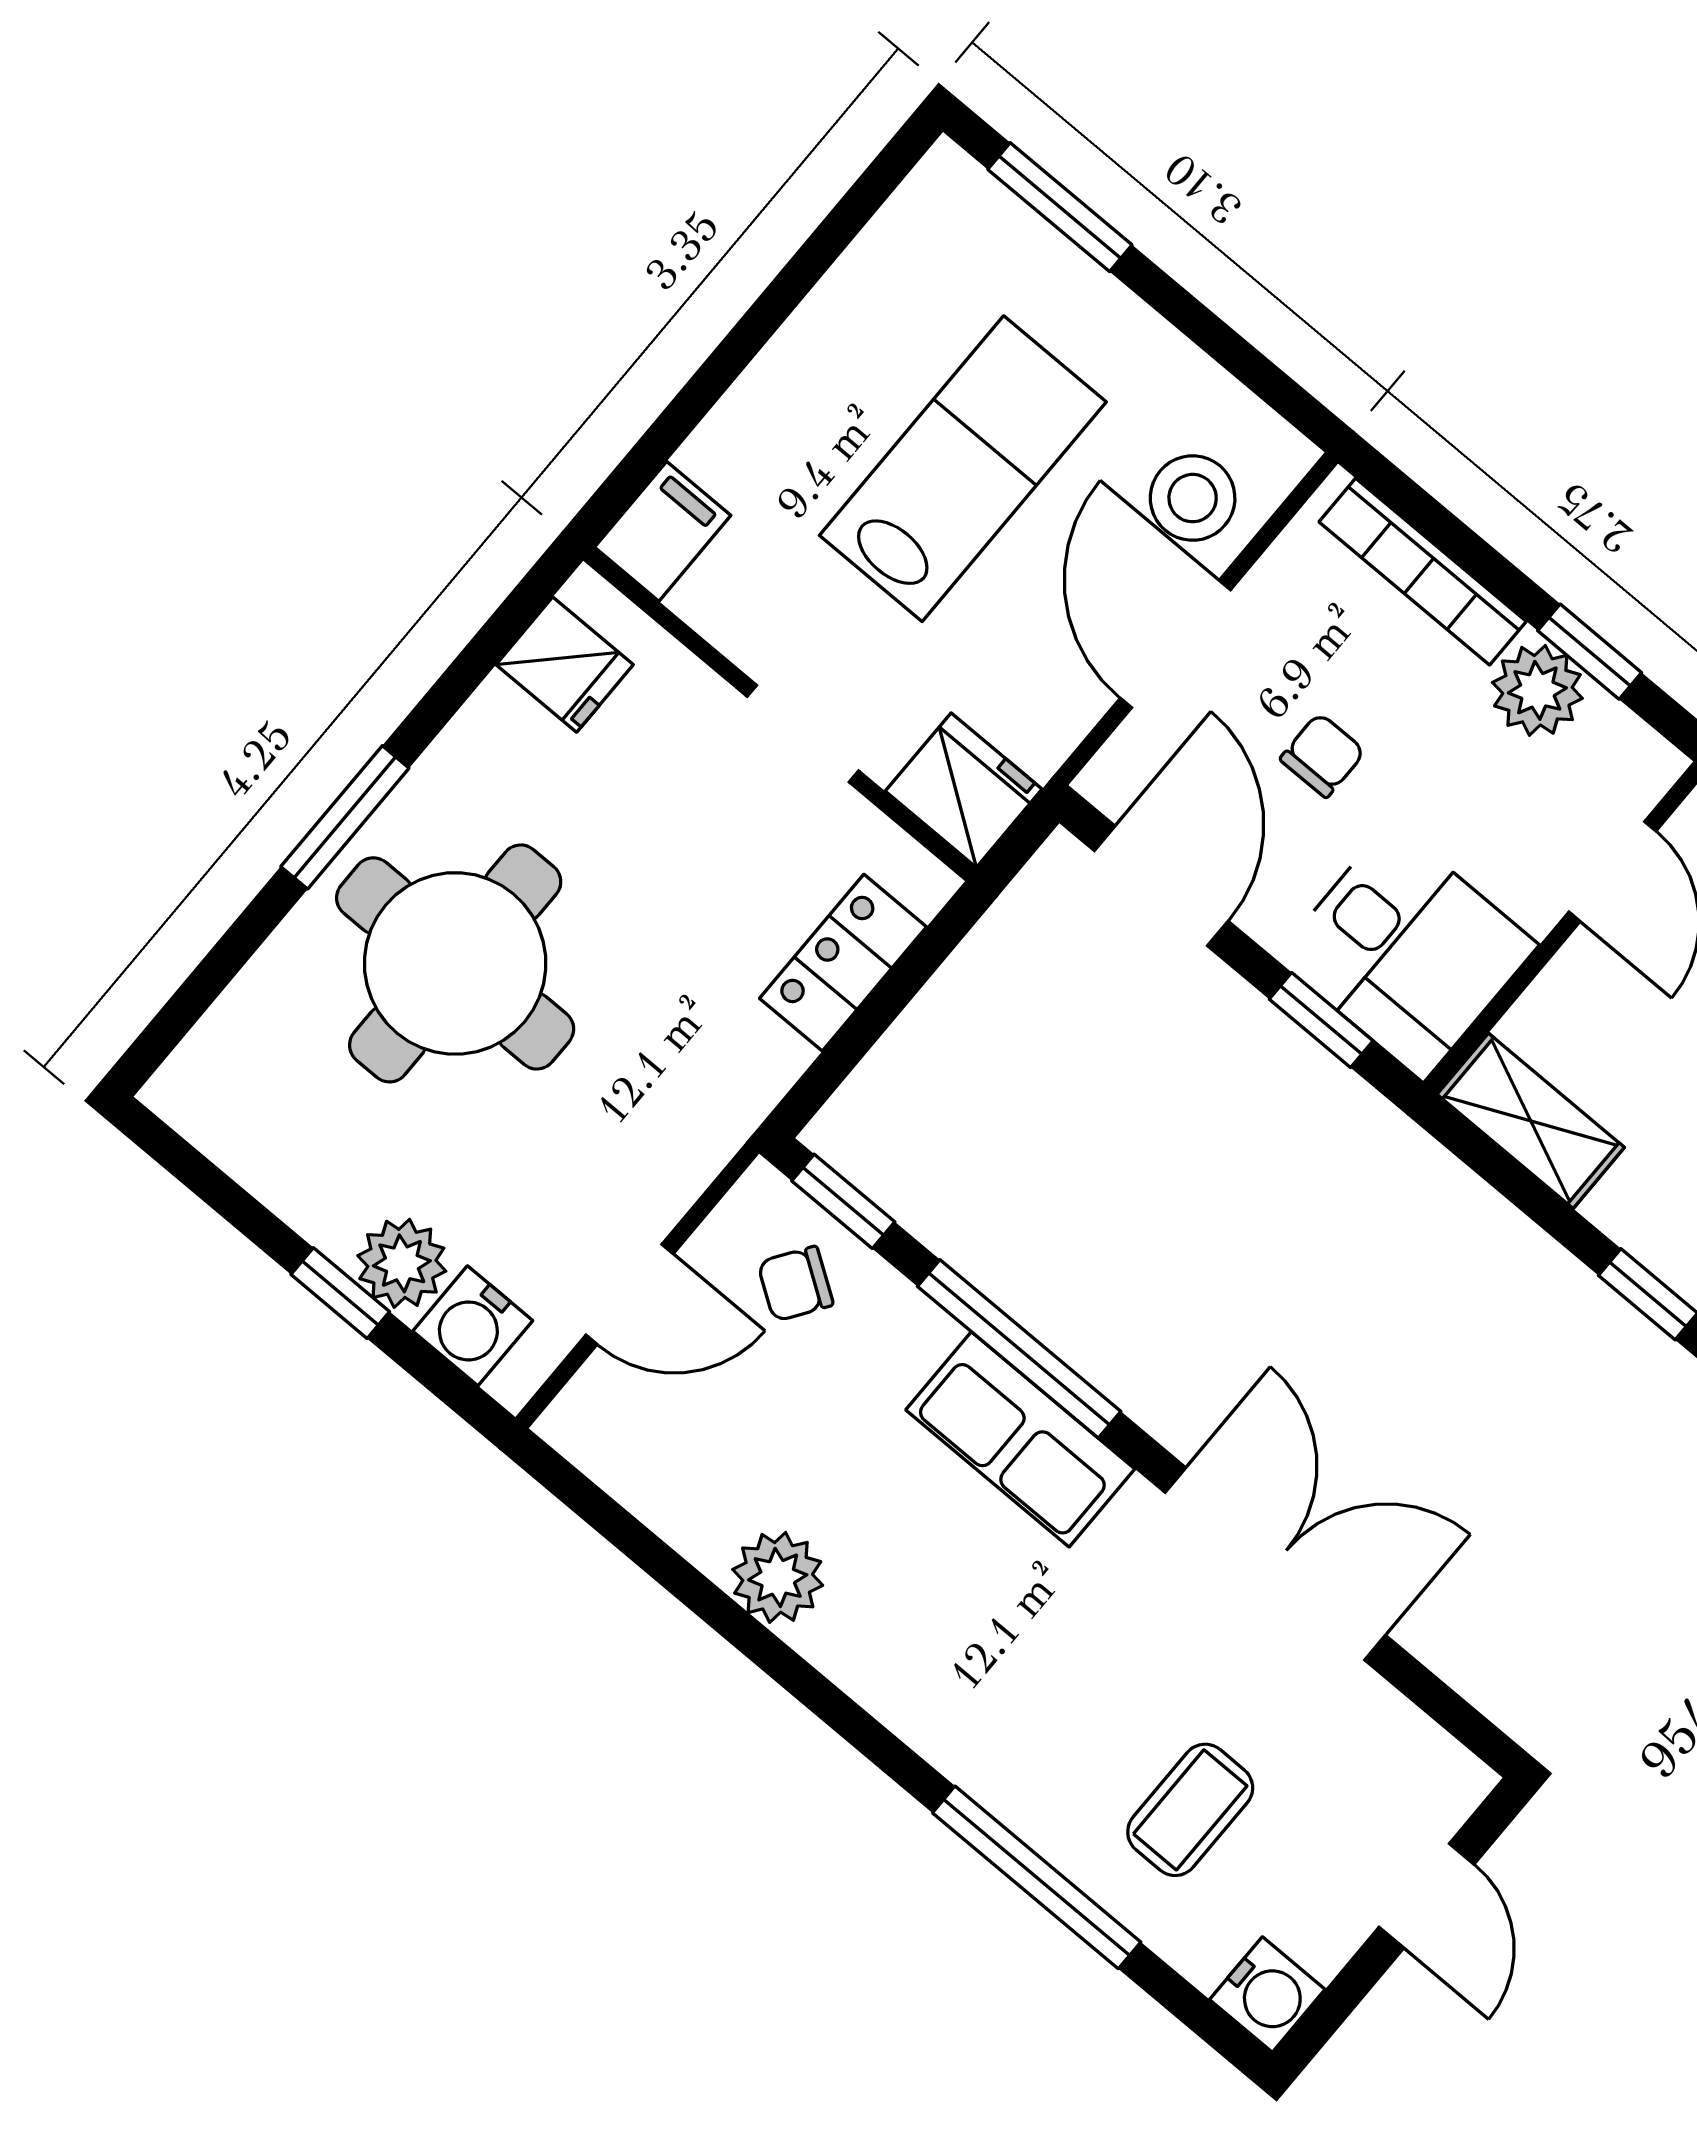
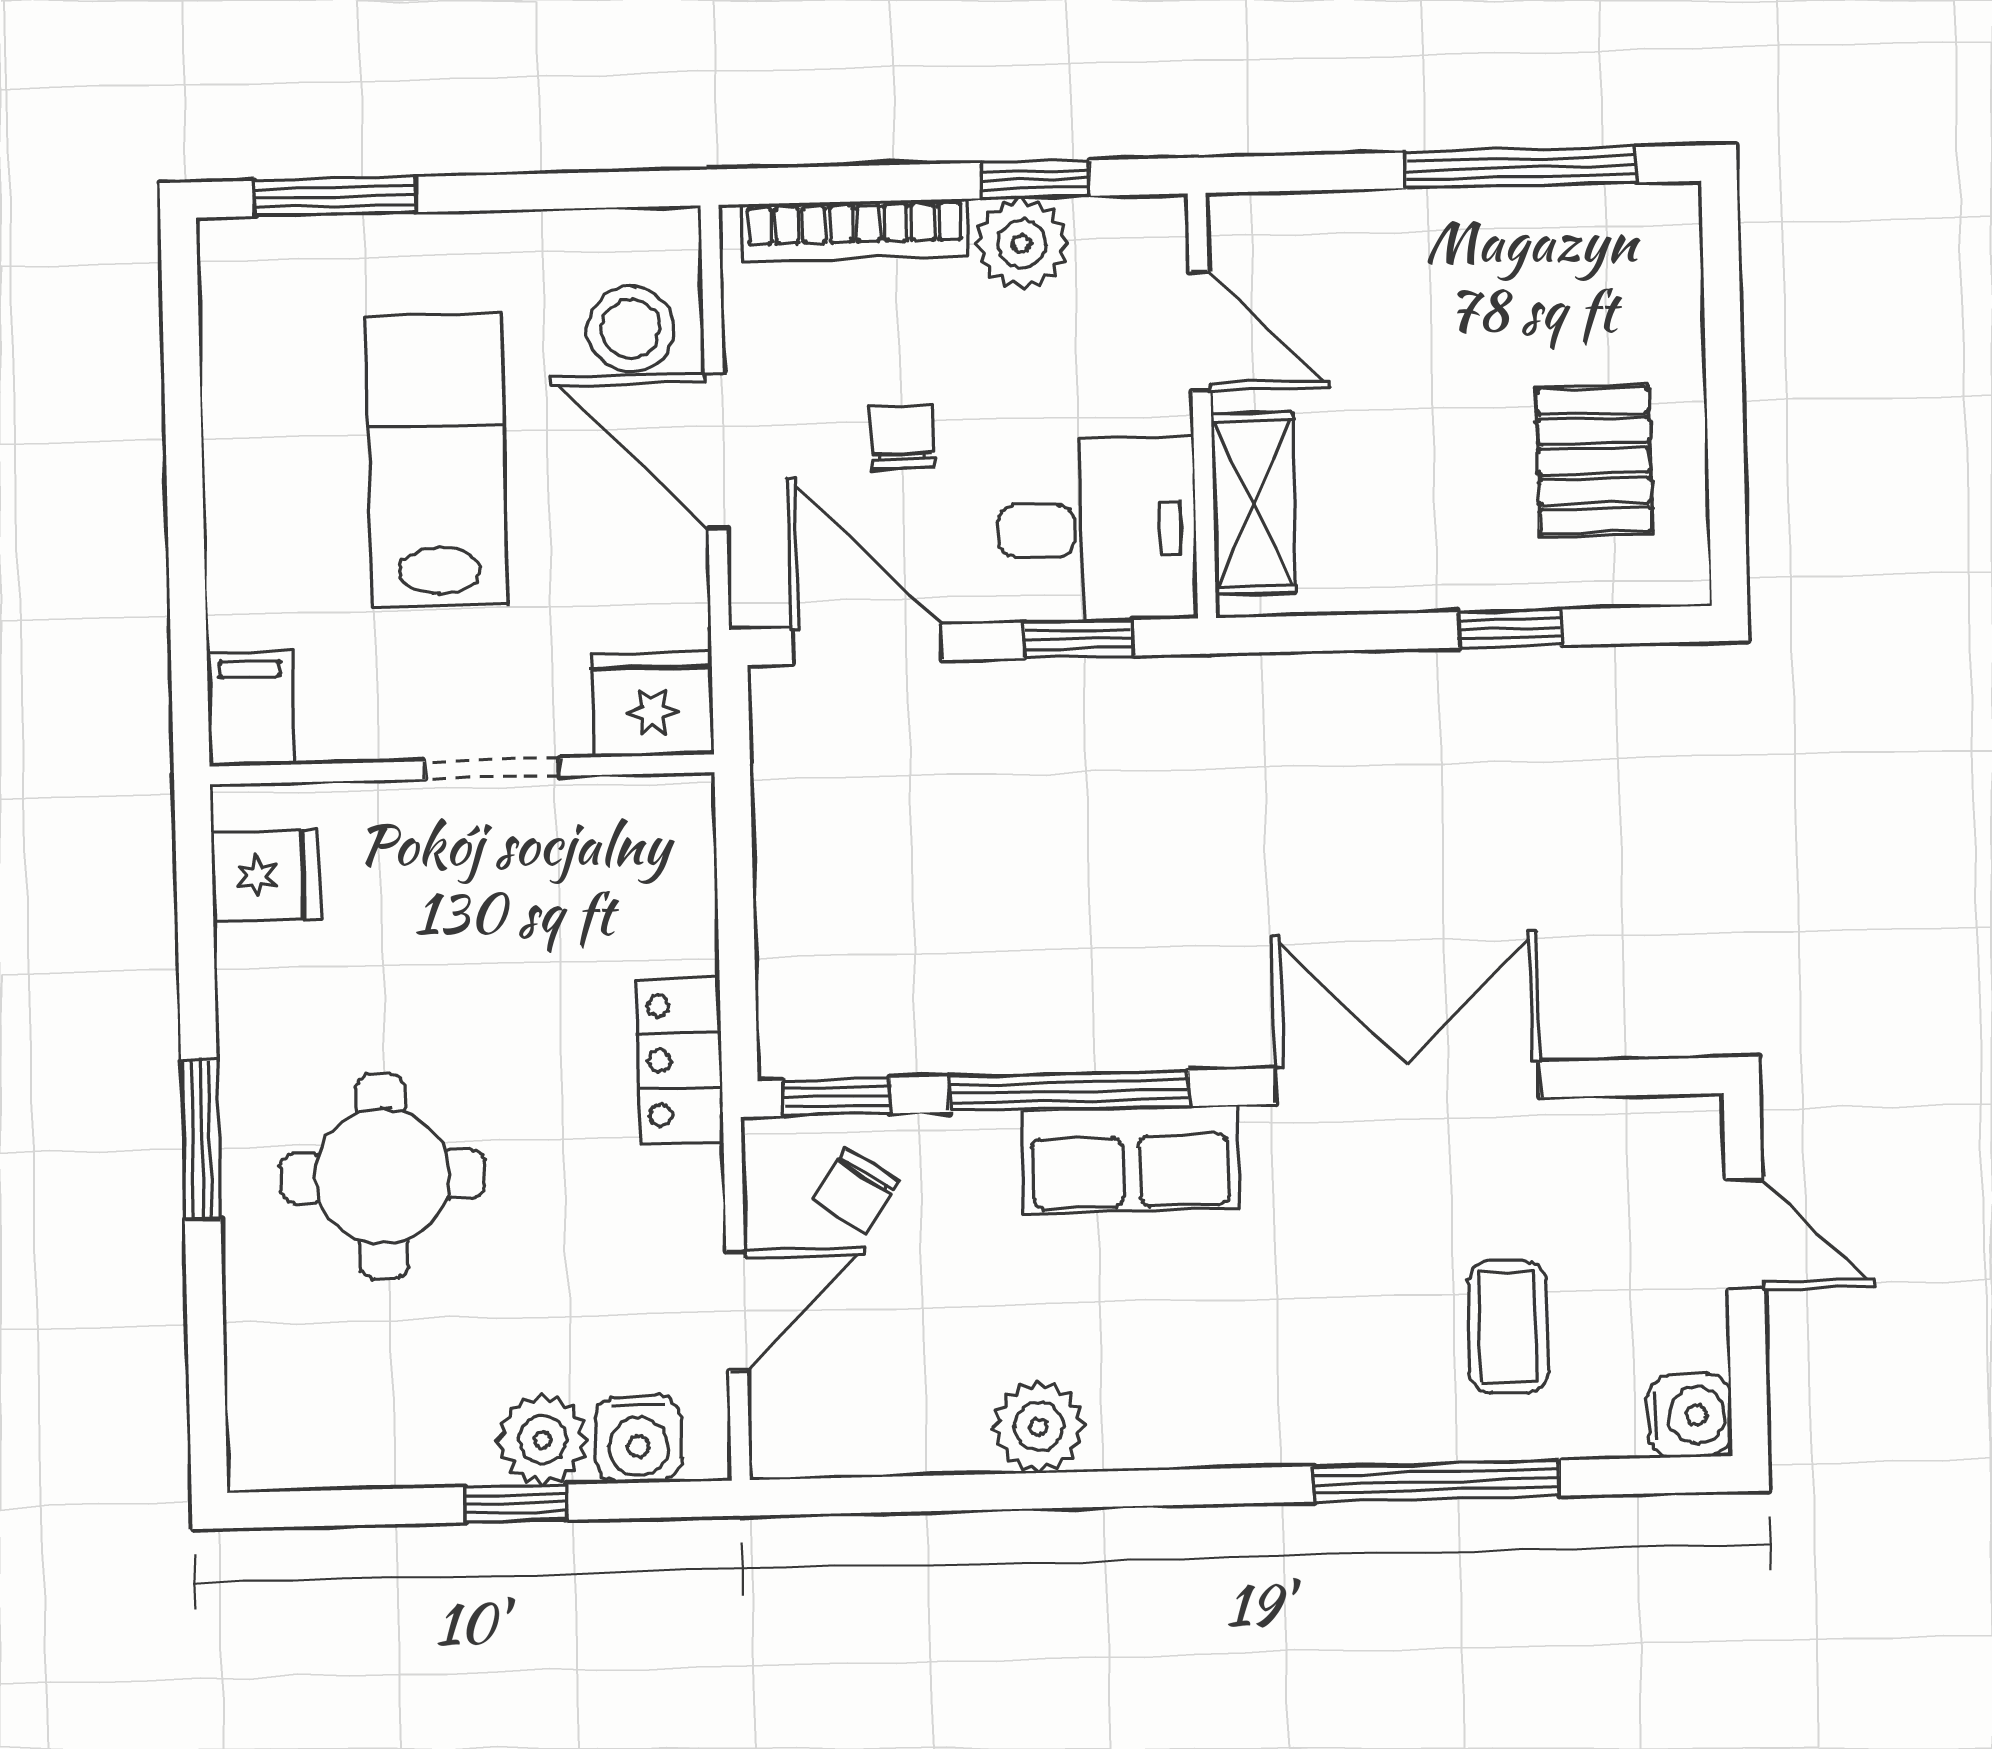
round table: (455, 963) -> (382, 1176), width x0.73, depth x0.73
locker: (843, 963) -> (680, 1060), moved
shelving: (1531, 1121) -> (1254, 504), moved, turned 90

